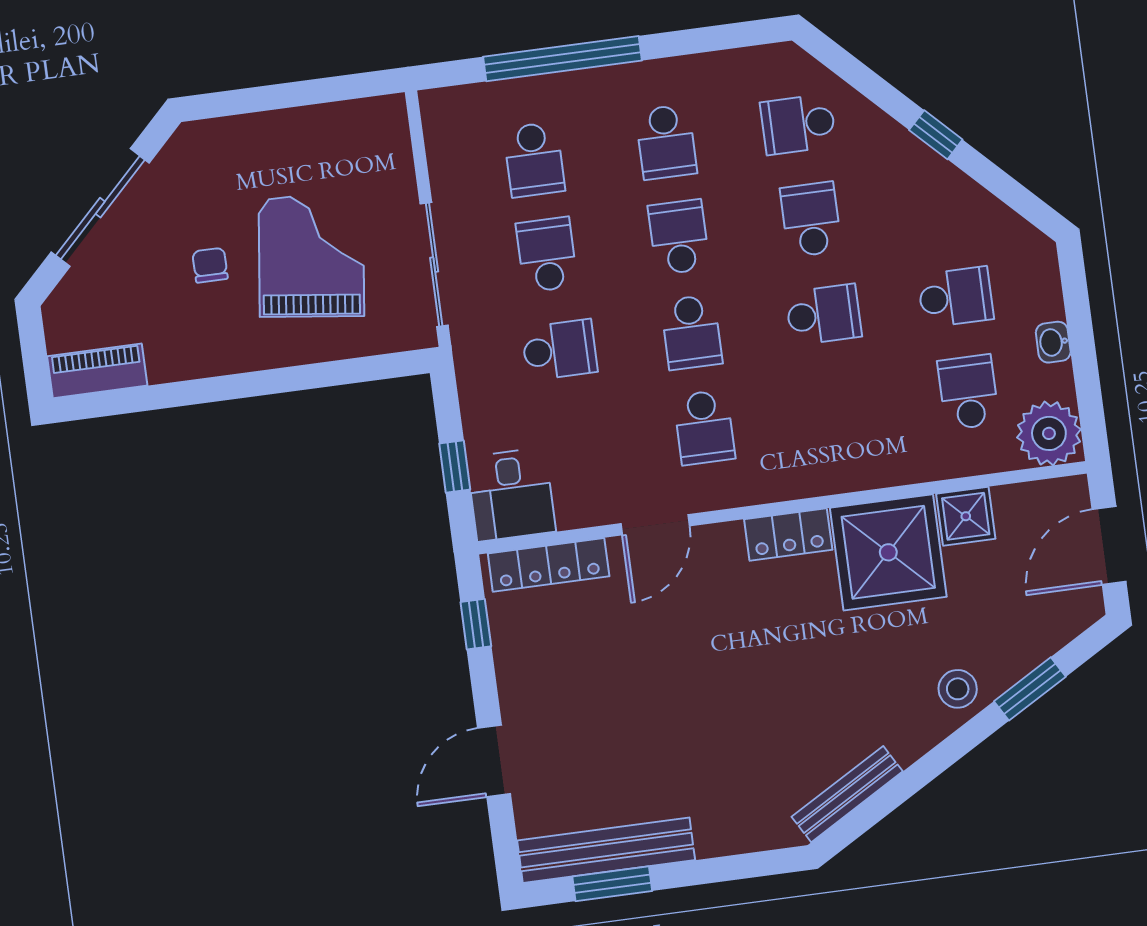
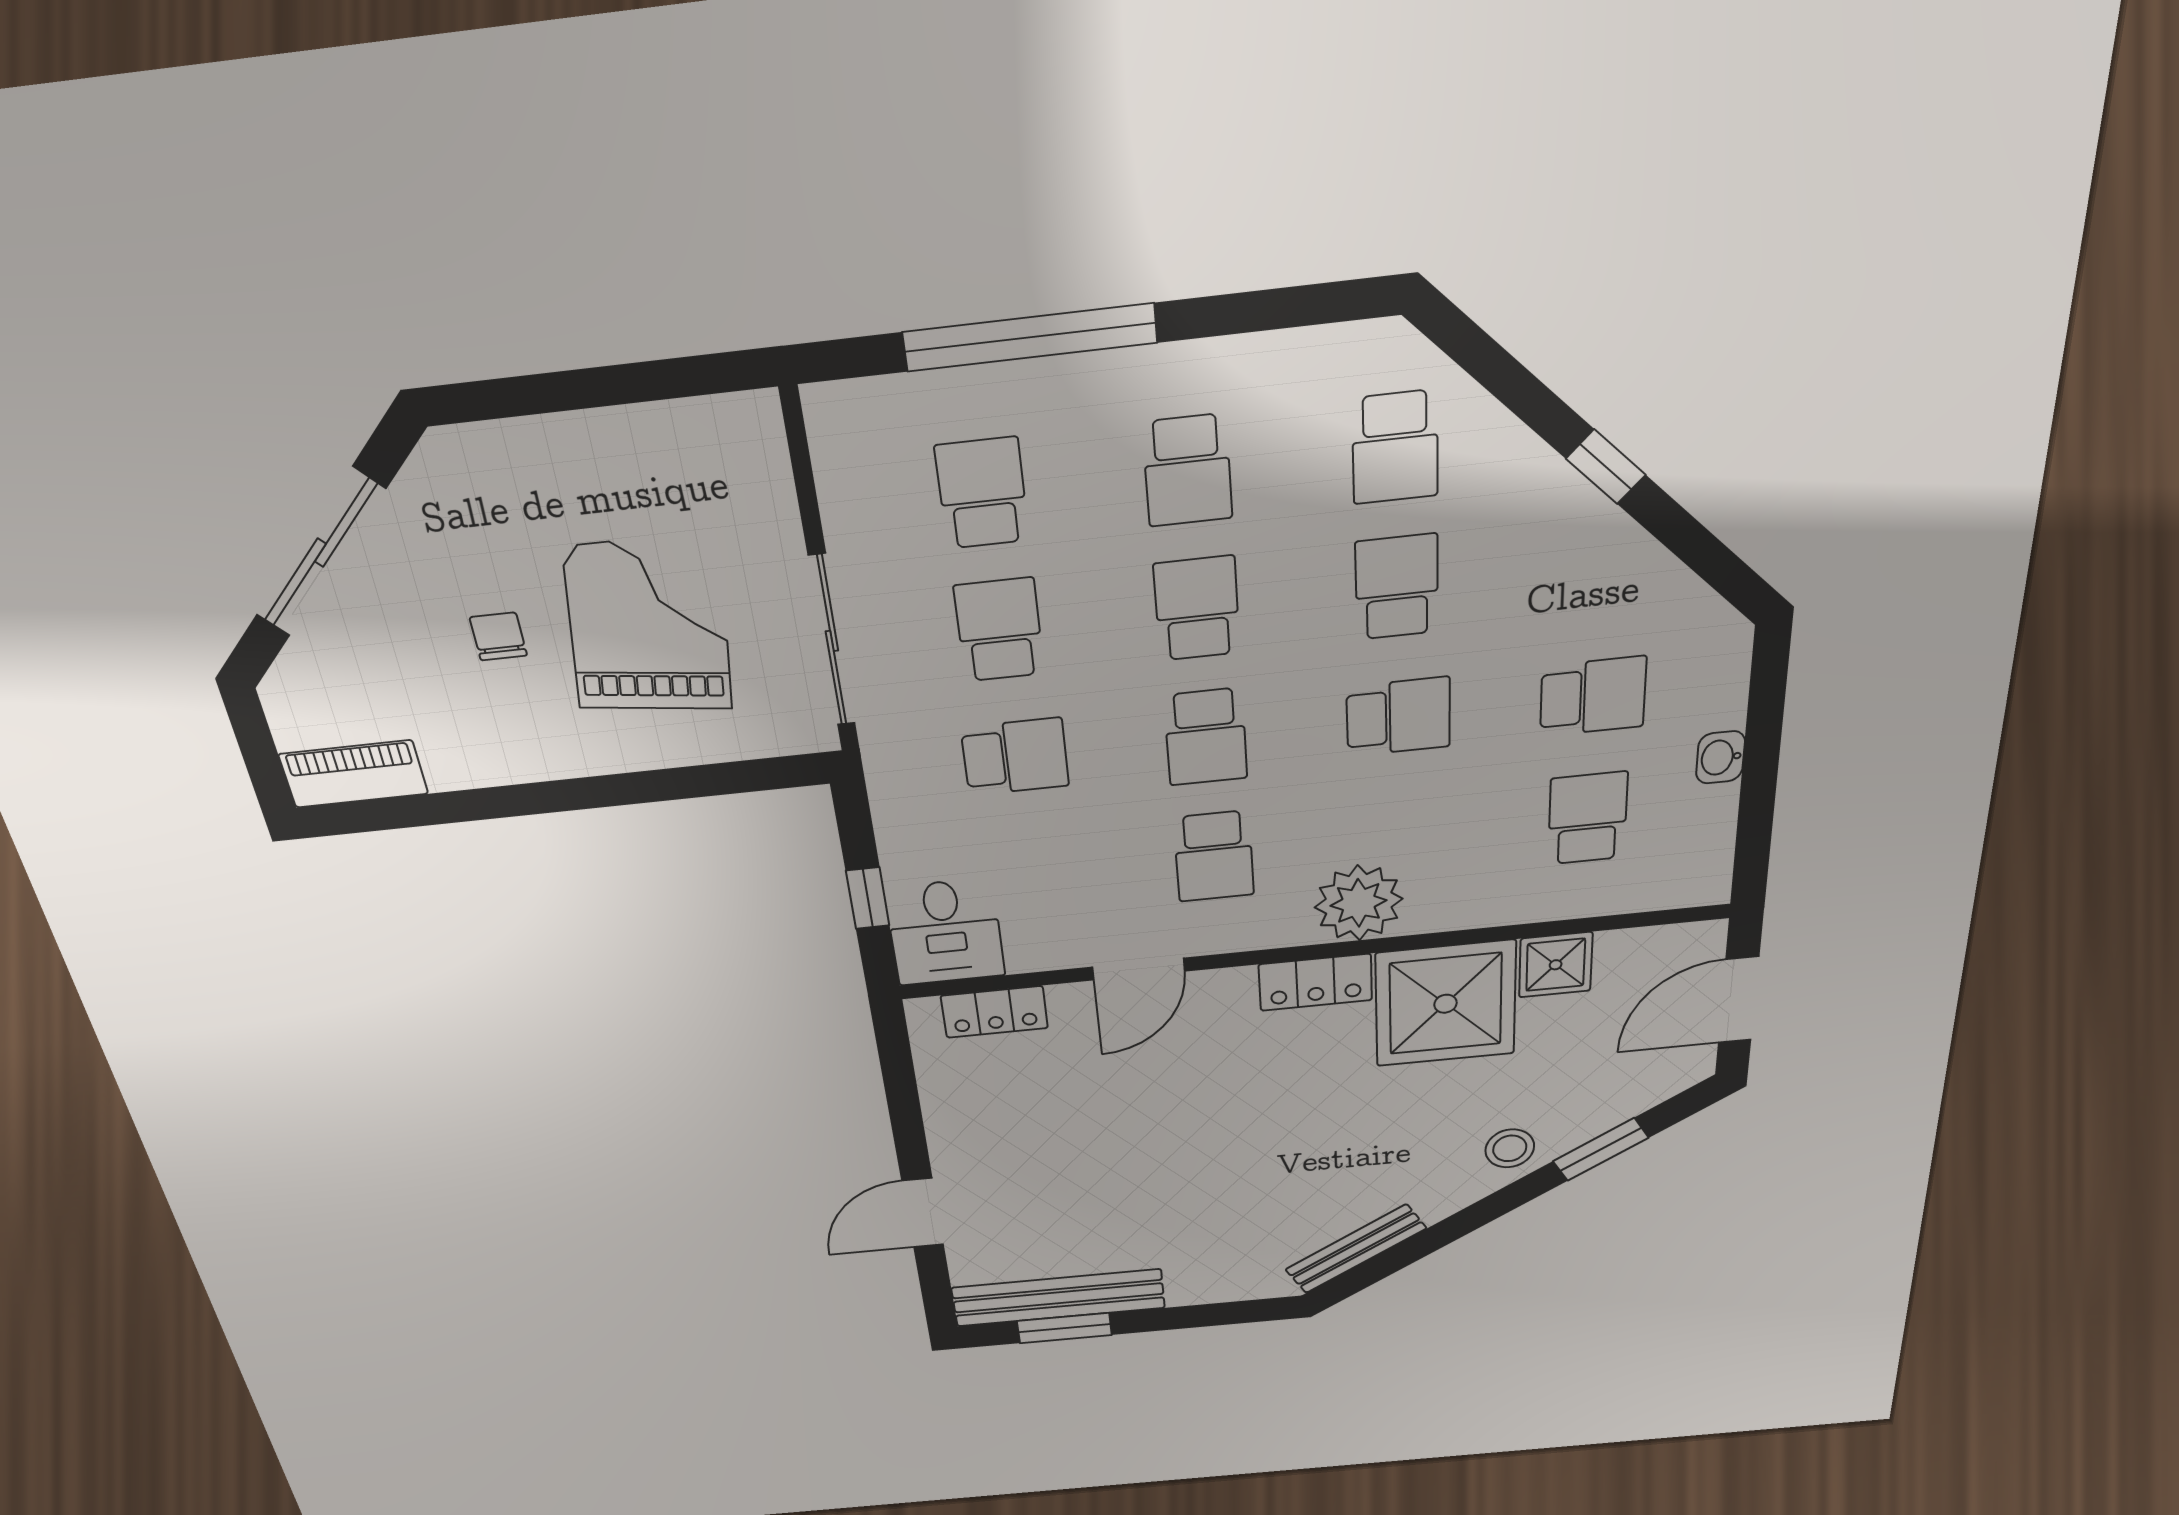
school desk: (798, 124) -> (1395, 447), turned -90
school desk: (534, 160) -> (982, 493), turned 180
plant: (1049, 433) -> (1359, 903), moved
locker: (549, 565) -> (994, 1012), width x0.66
window: (476, 624) -> (899, 1075), removed

